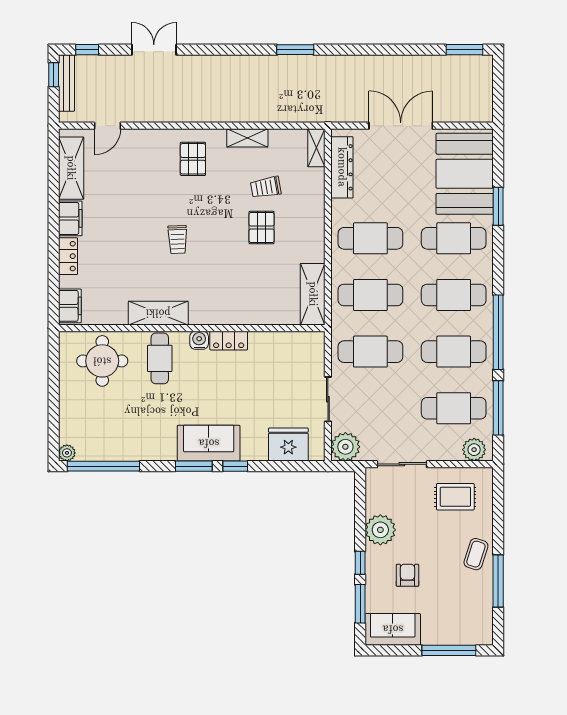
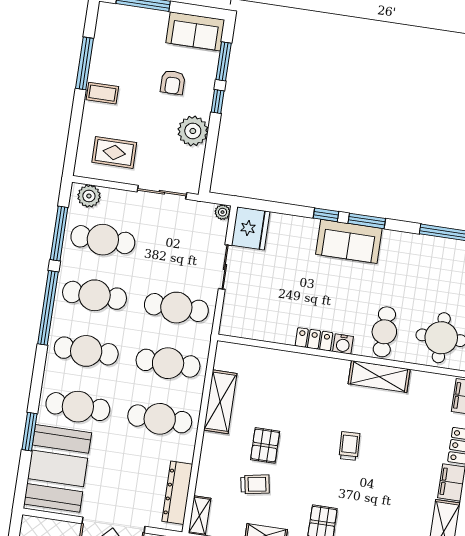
shelving: (313, 294) -> (220, 402), moved
fridge: (288, 444) -> (251, 228), moved, turned -90
plant: (345, 447) -> (222, 212), width x0.53, depth x0.53
coffee table: (476, 554) -> (102, 93), turned 72

